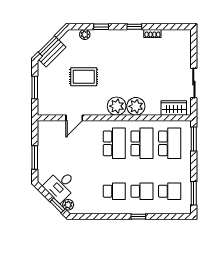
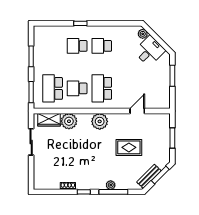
window: (101, 27) -> (113, 192), width x2.17
plant: (85, 34) -> (111, 185), moved
bench: (52, 53) -> (149, 176), moved
plant: (136, 106) -> (69, 121), moved
school desk: (142, 143) -> (77, 88), width x0.54
school desk: (170, 191) -> (53, 46), removed
window: (194, 193) -> (31, 56), moved
window: (57, 205) -> (152, 33), removed

